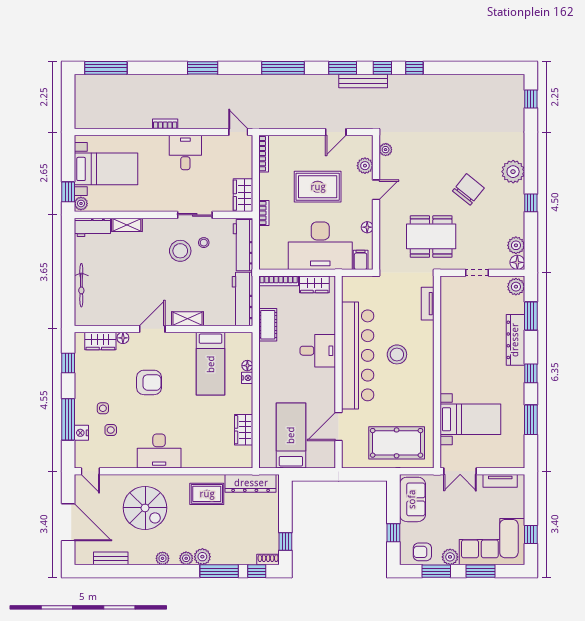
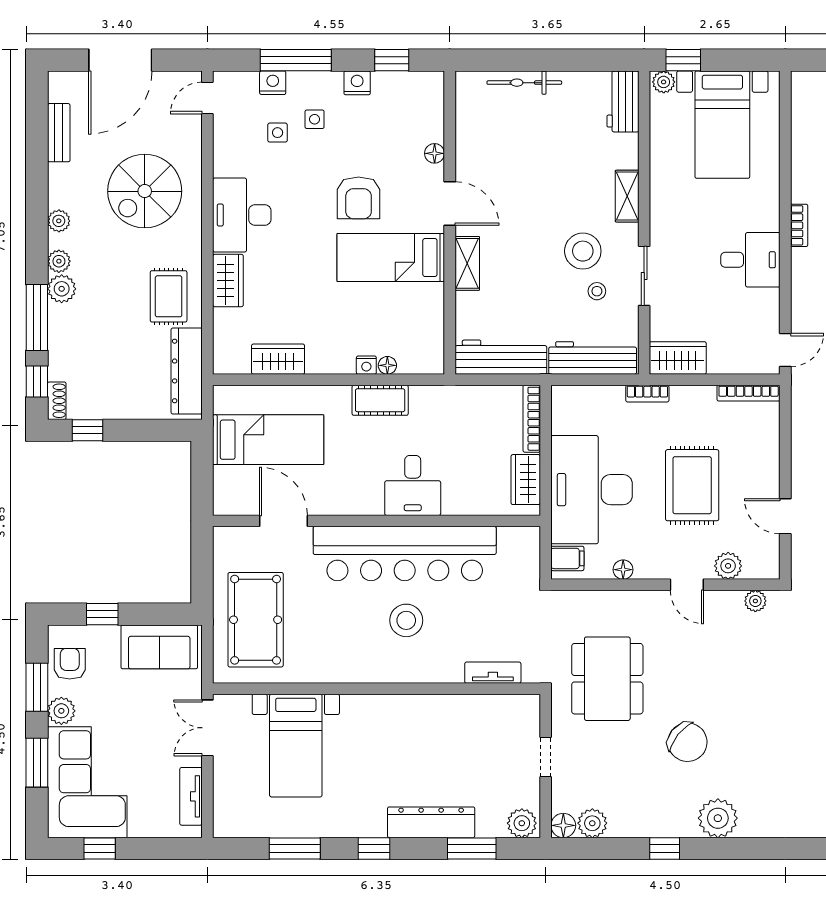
shelving: (127, 225) -> (627, 196), moved
cot: (268, 325) -> (380, 400), moved
wardrobe: (100, 341) -> (228, 280), moved, turned 180
bed: (211, 364) -> (391, 257), moved
nightstand: (82, 383) -> (357, 83), added

